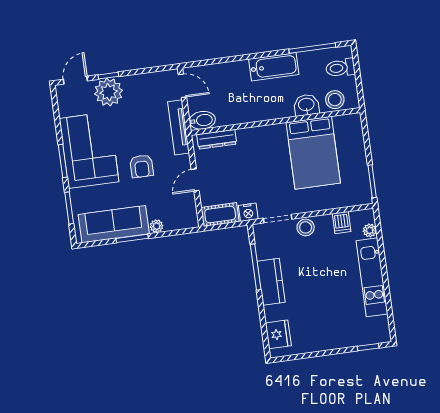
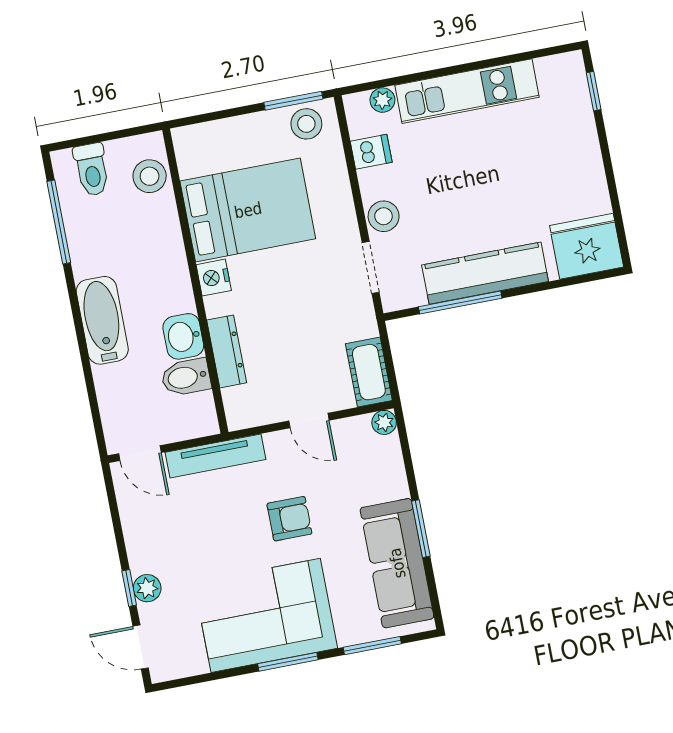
bathtub: (274, 67) -> (102, 320), moved
door: (182, 86) -> (140, 453), swing flipped
plant: (109, 92) -> (147, 588), width x0.53, depth x0.53
washbasin: (306, 105) -> (183, 336), moved
bidet: (202, 120) -> (186, 377), moved, turned -90
dresser: (217, 139) -> (227, 351), moved
stool: (359, 188) -> (306, 124), added
nightstand: (248, 212) -> (214, 278), moved, turned 180
plant: (157, 226) -> (384, 422), moved
kitchen counter: (271, 282) -> (485, 273), width x1.50
fridge: (278, 334) -> (587, 246), width x1.36, depth x1.34

